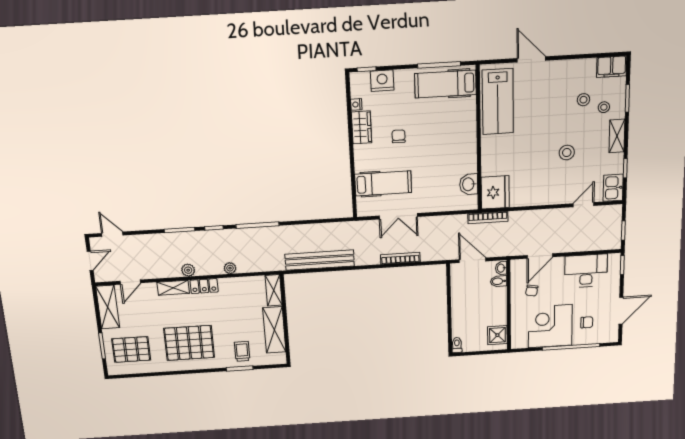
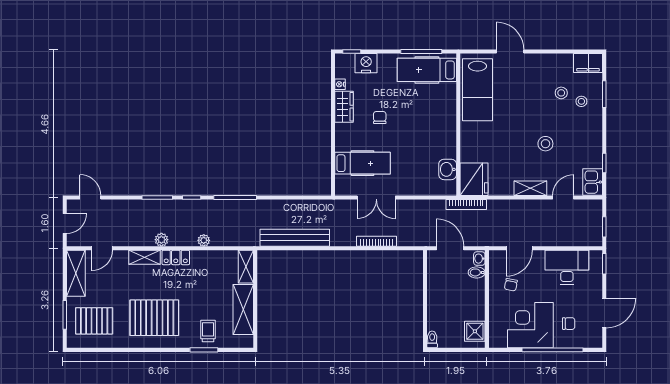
shelving: (617, 136) -> (530, 188), moved, turned 90

